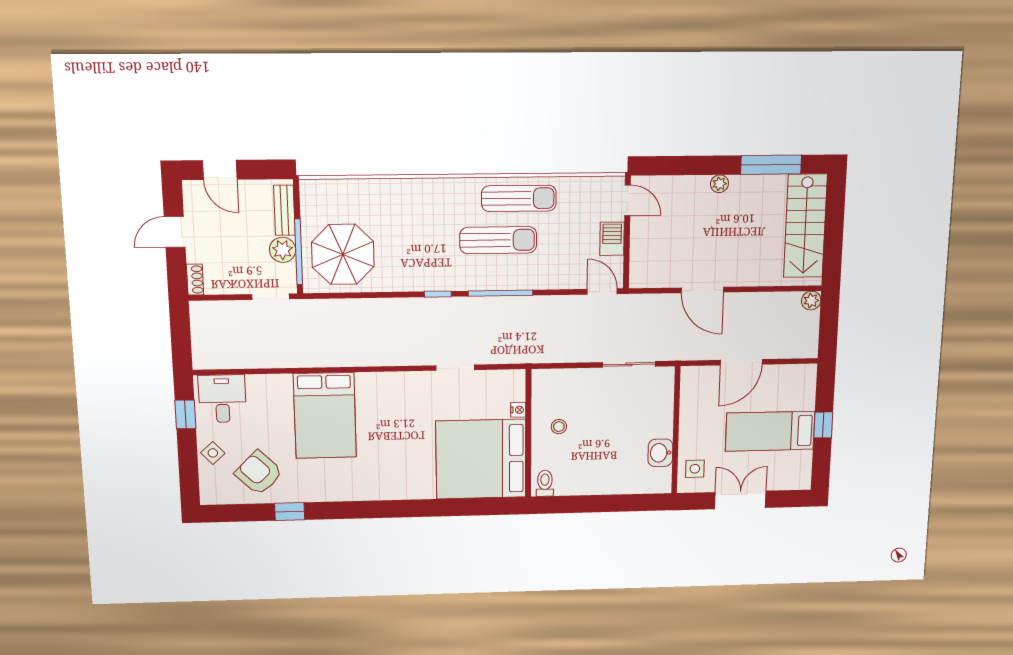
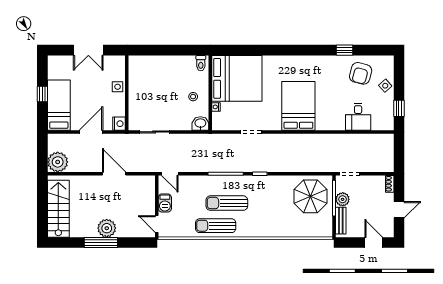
window: (771, 165) -> (101, 243), moved
plant: (719, 184) -> (107, 228), width x1.87, depth x1.87
plant: (811, 301) -> (58, 162), width x1.87, depth x1.87
nightstand: (691, 378) -> (119, 124), added
desk: (222, 399) -> (358, 117), moved
bed: (325, 416) -> (298, 106), moved
bed: (770, 431) -> (59, 105), moved, turned -90
washbasin: (660, 453) -> (200, 123), moved, turned -90
side table: (695, 469) -> (118, 87), moved
armchair: (259, 473) -> (361, 73), turned 60

